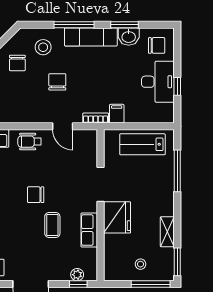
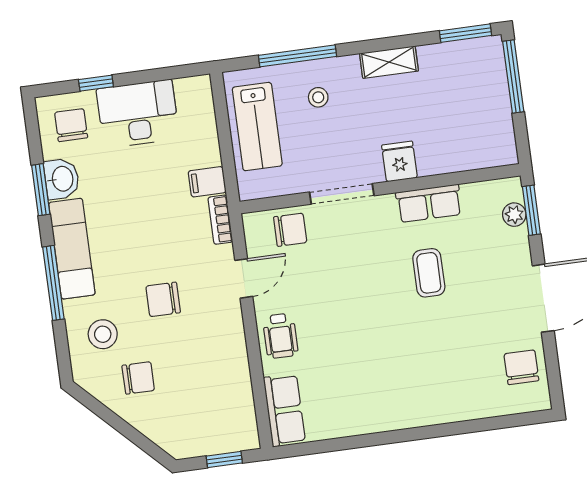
window: (177, 86) -> (96, 83), moved
chair: (36, 195) -> (290, 230), moved, turned -90
fridge: (117, 217) -> (399, 161), width x0.53, depth x0.75
coffee table: (52, 225) -> (429, 273), turned 90
shelving: (167, 232) -> (389, 62), moved
stool: (141, 264) -> (318, 97), moved
window: (78, 284) -> (531, 210), width x1.50

